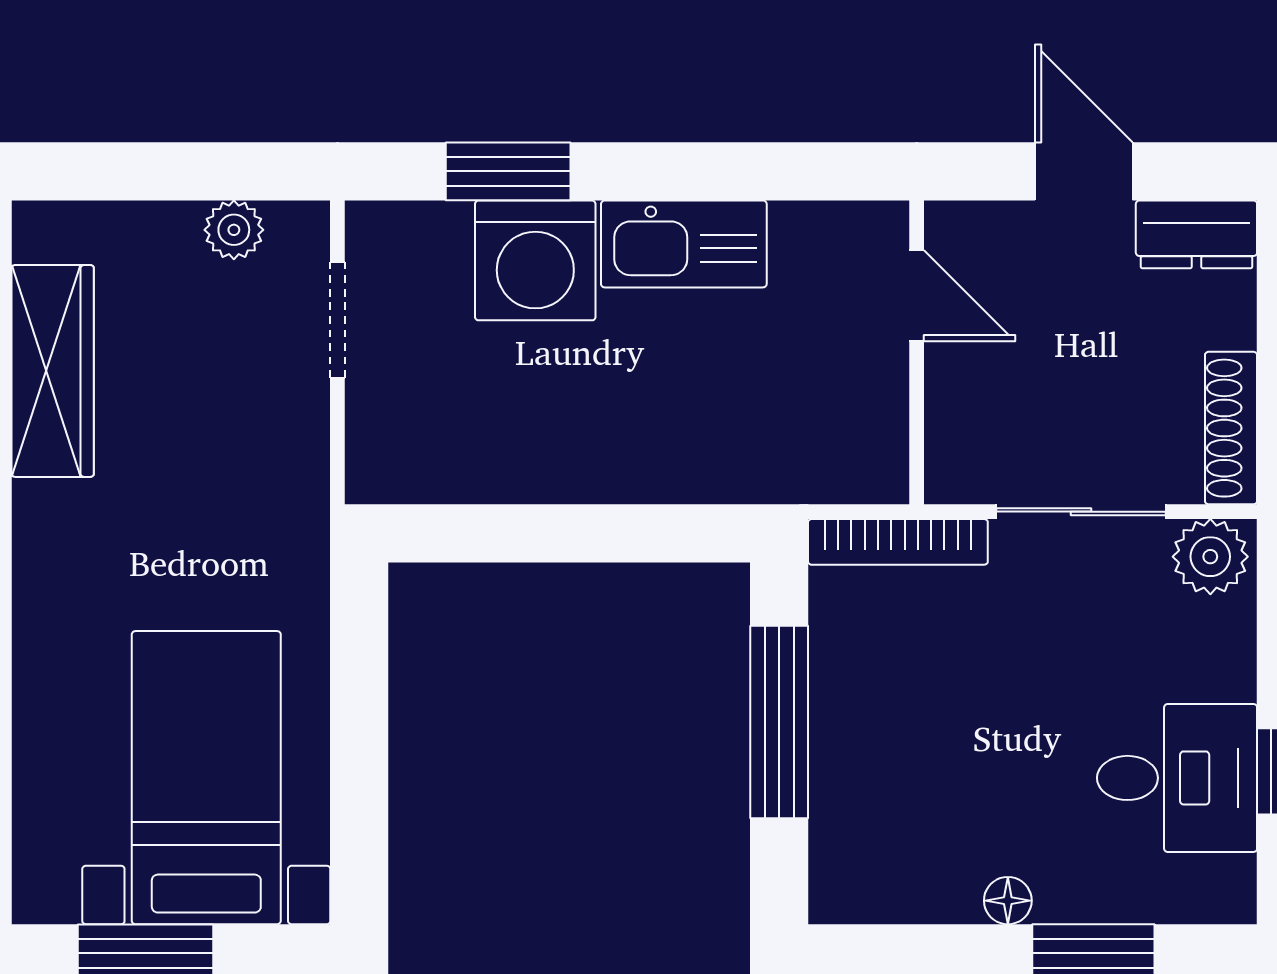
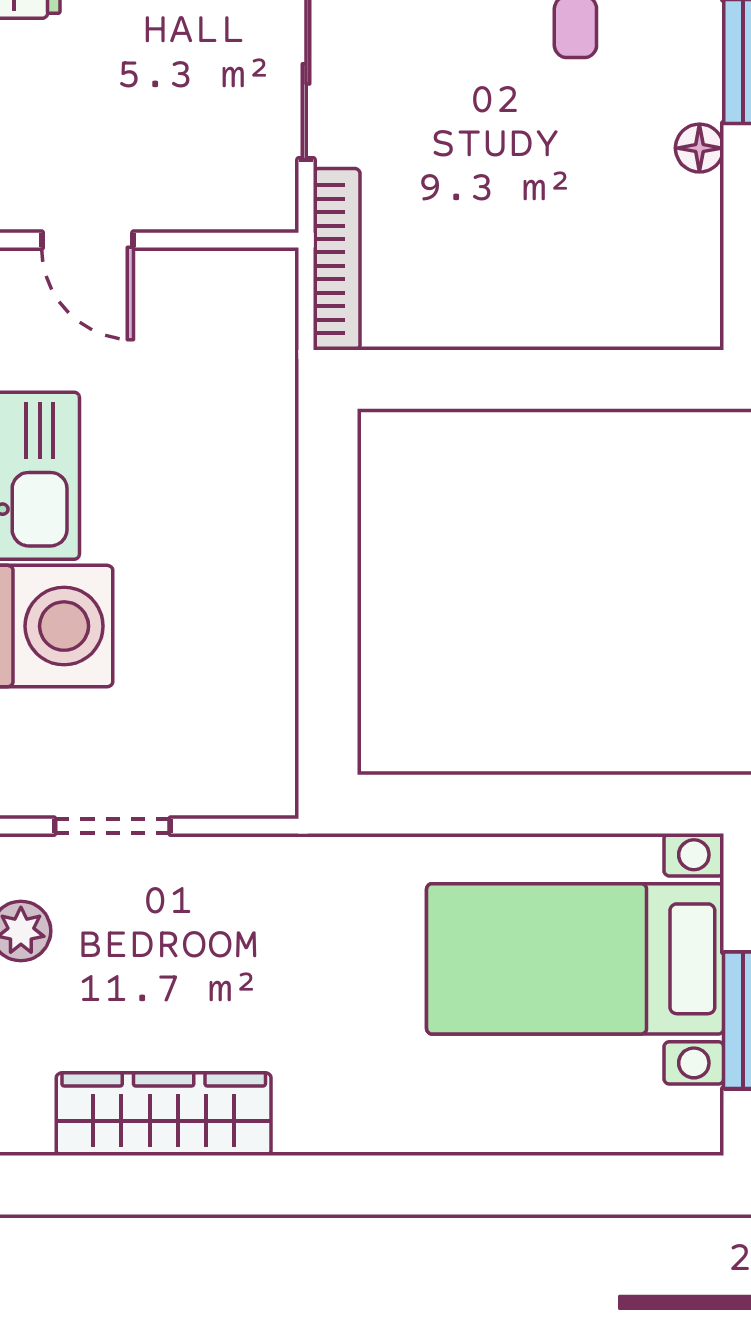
door: (917, 296) -> (88, 240), swing flipped
window: (779, 722) -> (519, 379), removed

